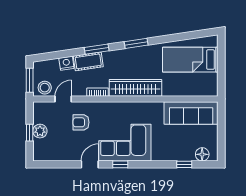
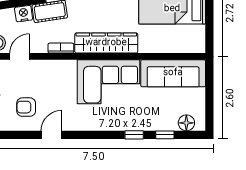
armchair: (81, 122) -> (26, 107), moved
corner sofa: (125, 143) -> (108, 82), moved, turned 180
window: (120, 164) -> (134, 135), moved

